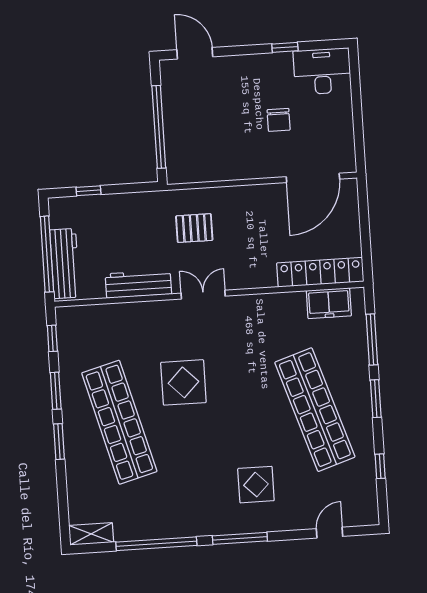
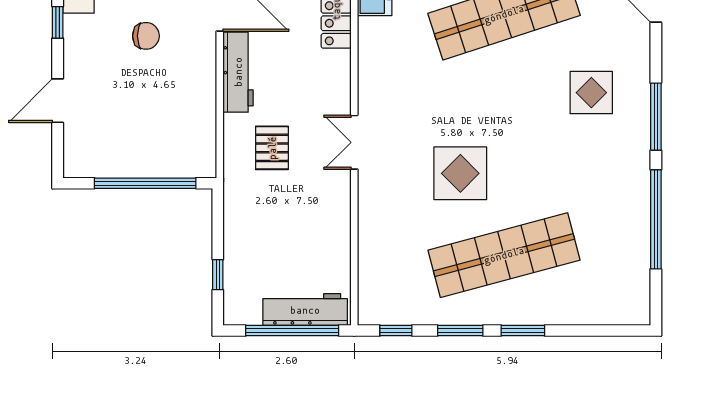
door: (195, 53) -> (58, 101), moved
workbench: (138, 284) -> (238, 72), moved, turned 180
shelving: (91, 534) -> (639, 299), removed

